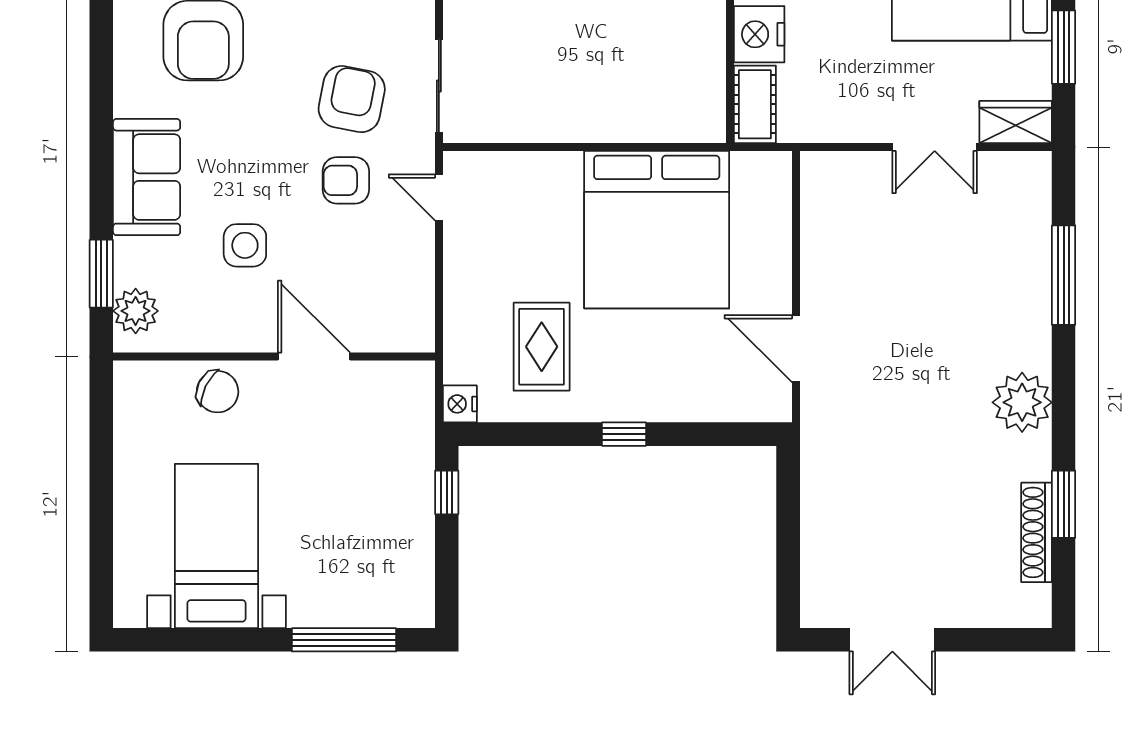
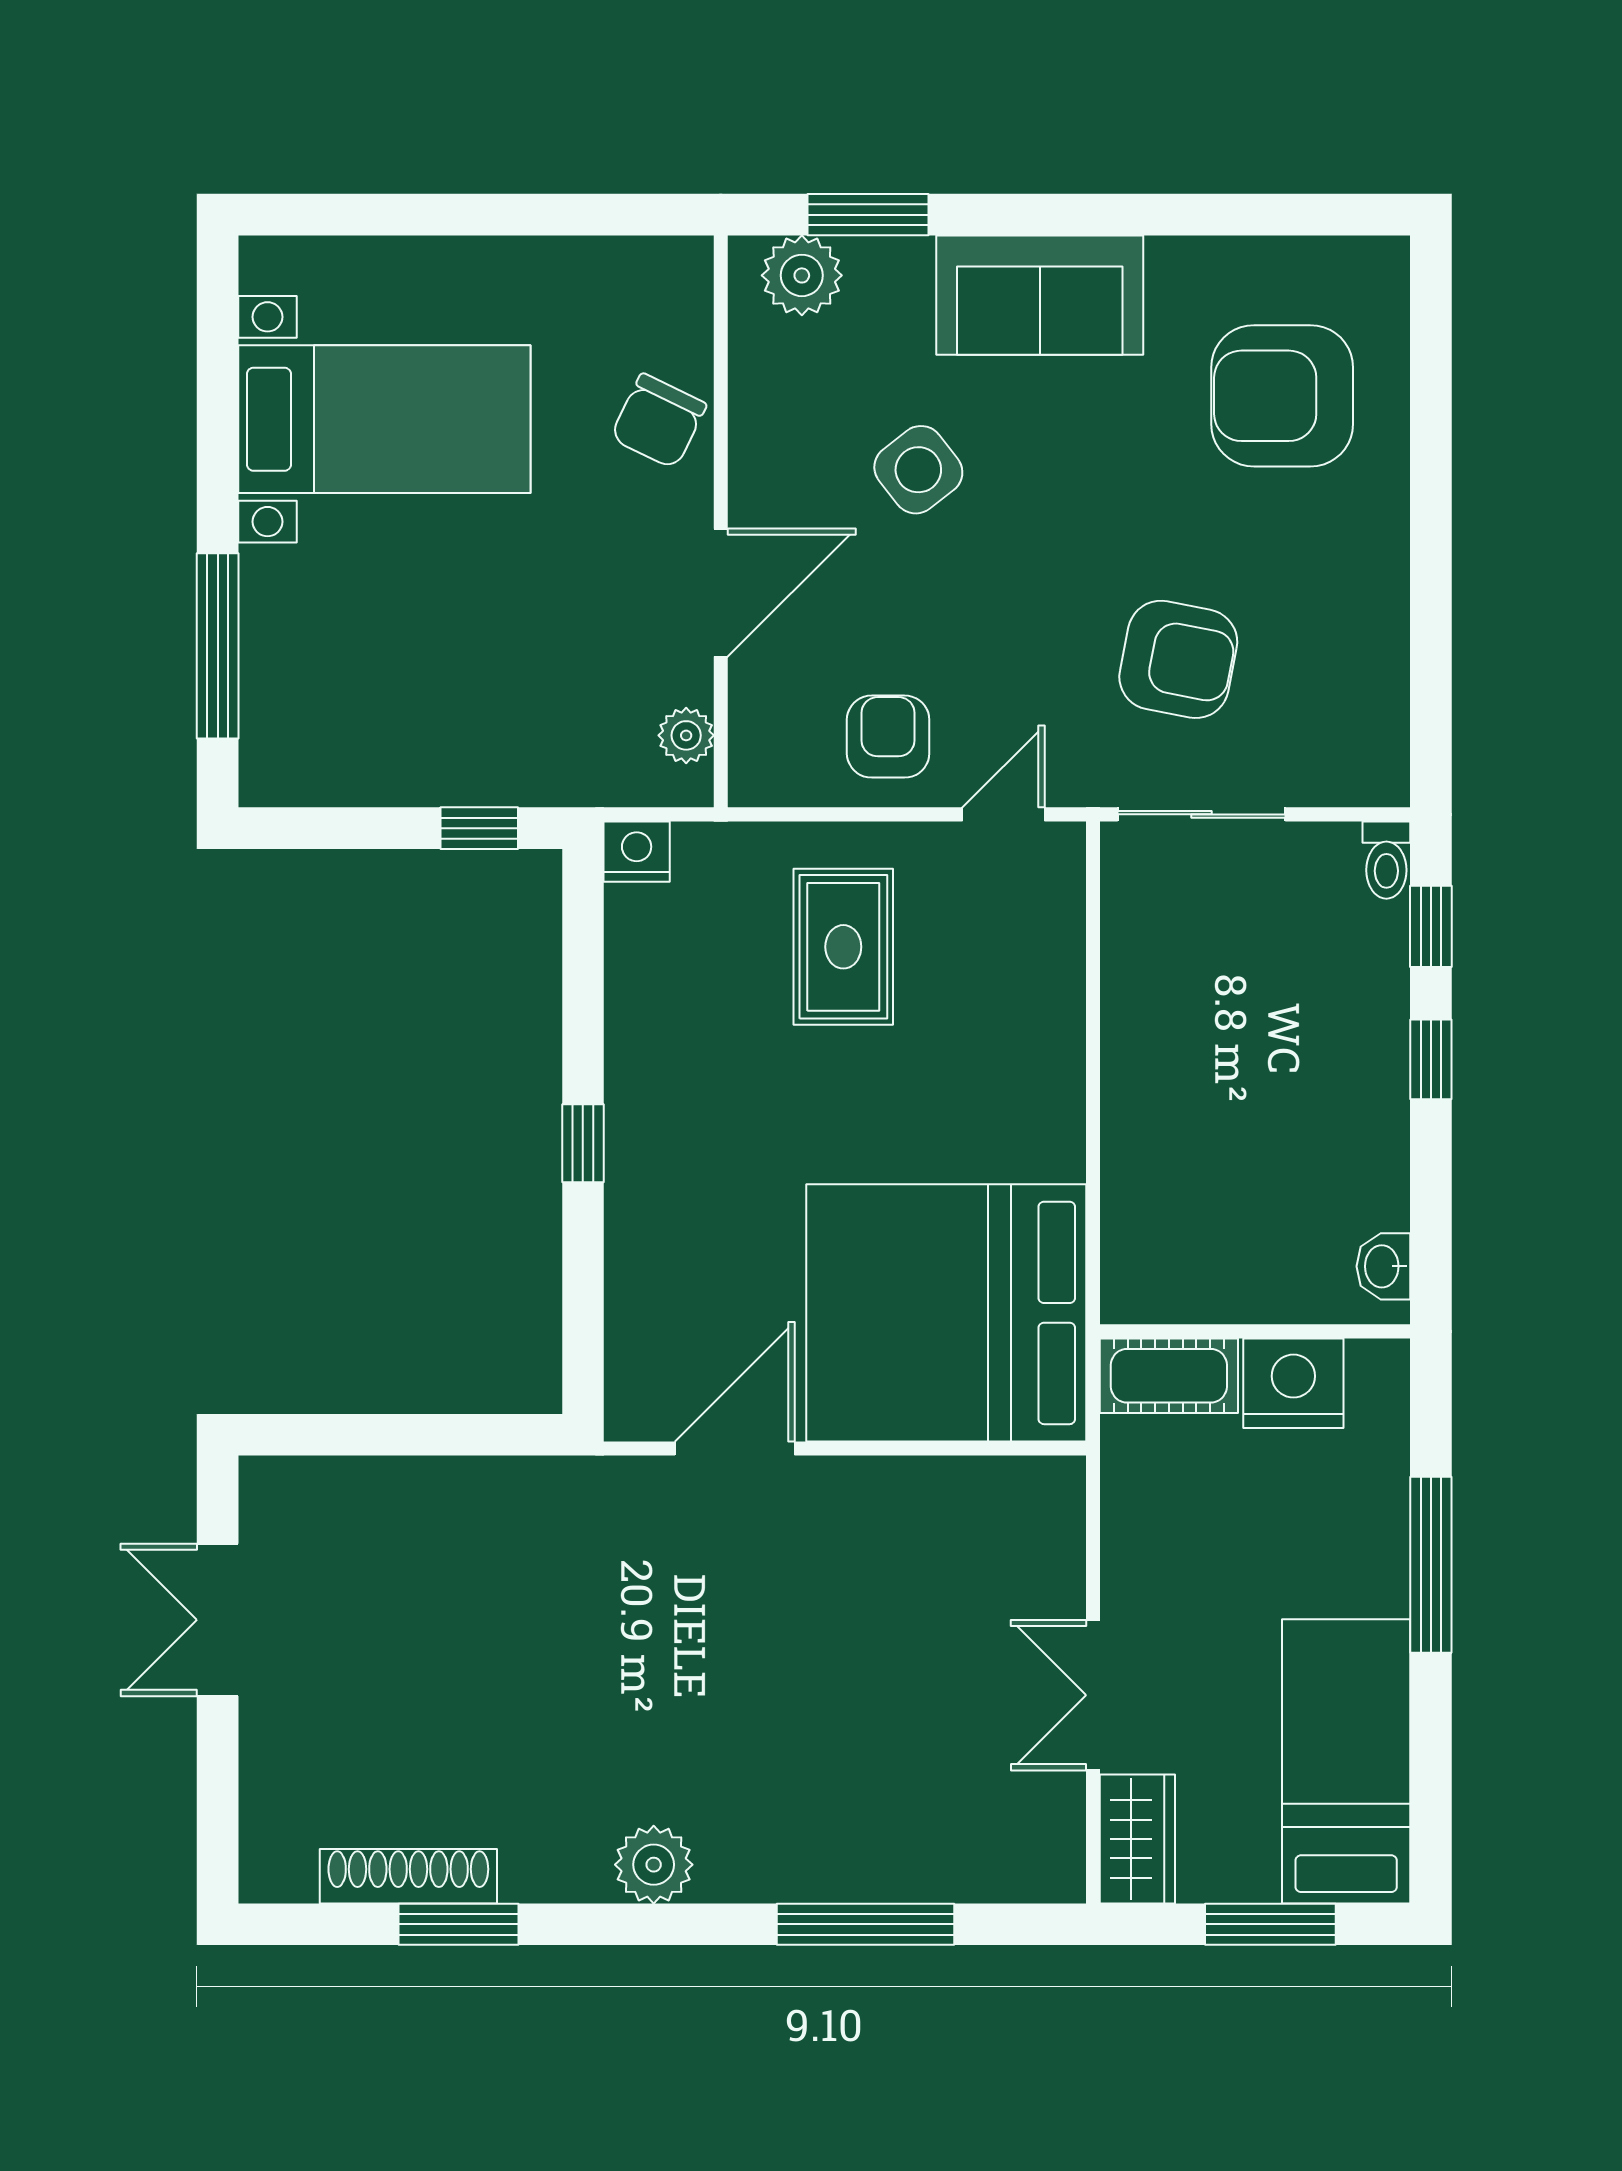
armchair: (346, 180) -> (888, 737), moved
bed: (657, 230) -> (946, 1313), moved
side table: (245, 245) -> (918, 470), turned -38
rug: (542, 347) -> (843, 947), moved, turned 90
plant: (394, 376) -> (686, 735), added
plant: (1022, 402) -> (654, 1865), width x0.73, depth x0.73

